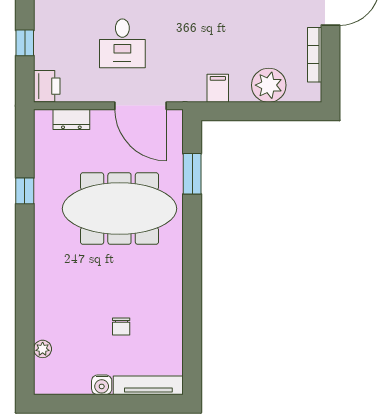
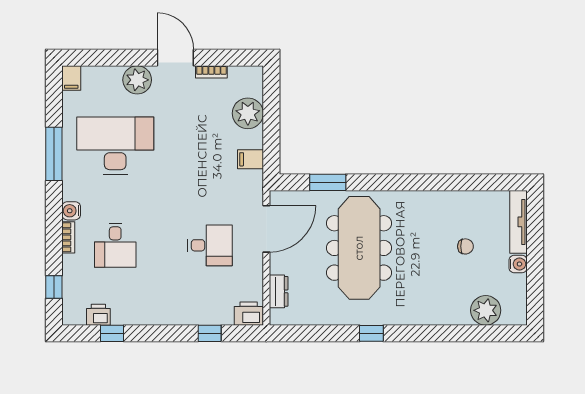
bookcase: (315, 55) -> (211, 72), width x0.64
window: (25, 191) -> (371, 333), moved
plant: (43, 349) -> (486, 310), width x1.88, depth x1.88

